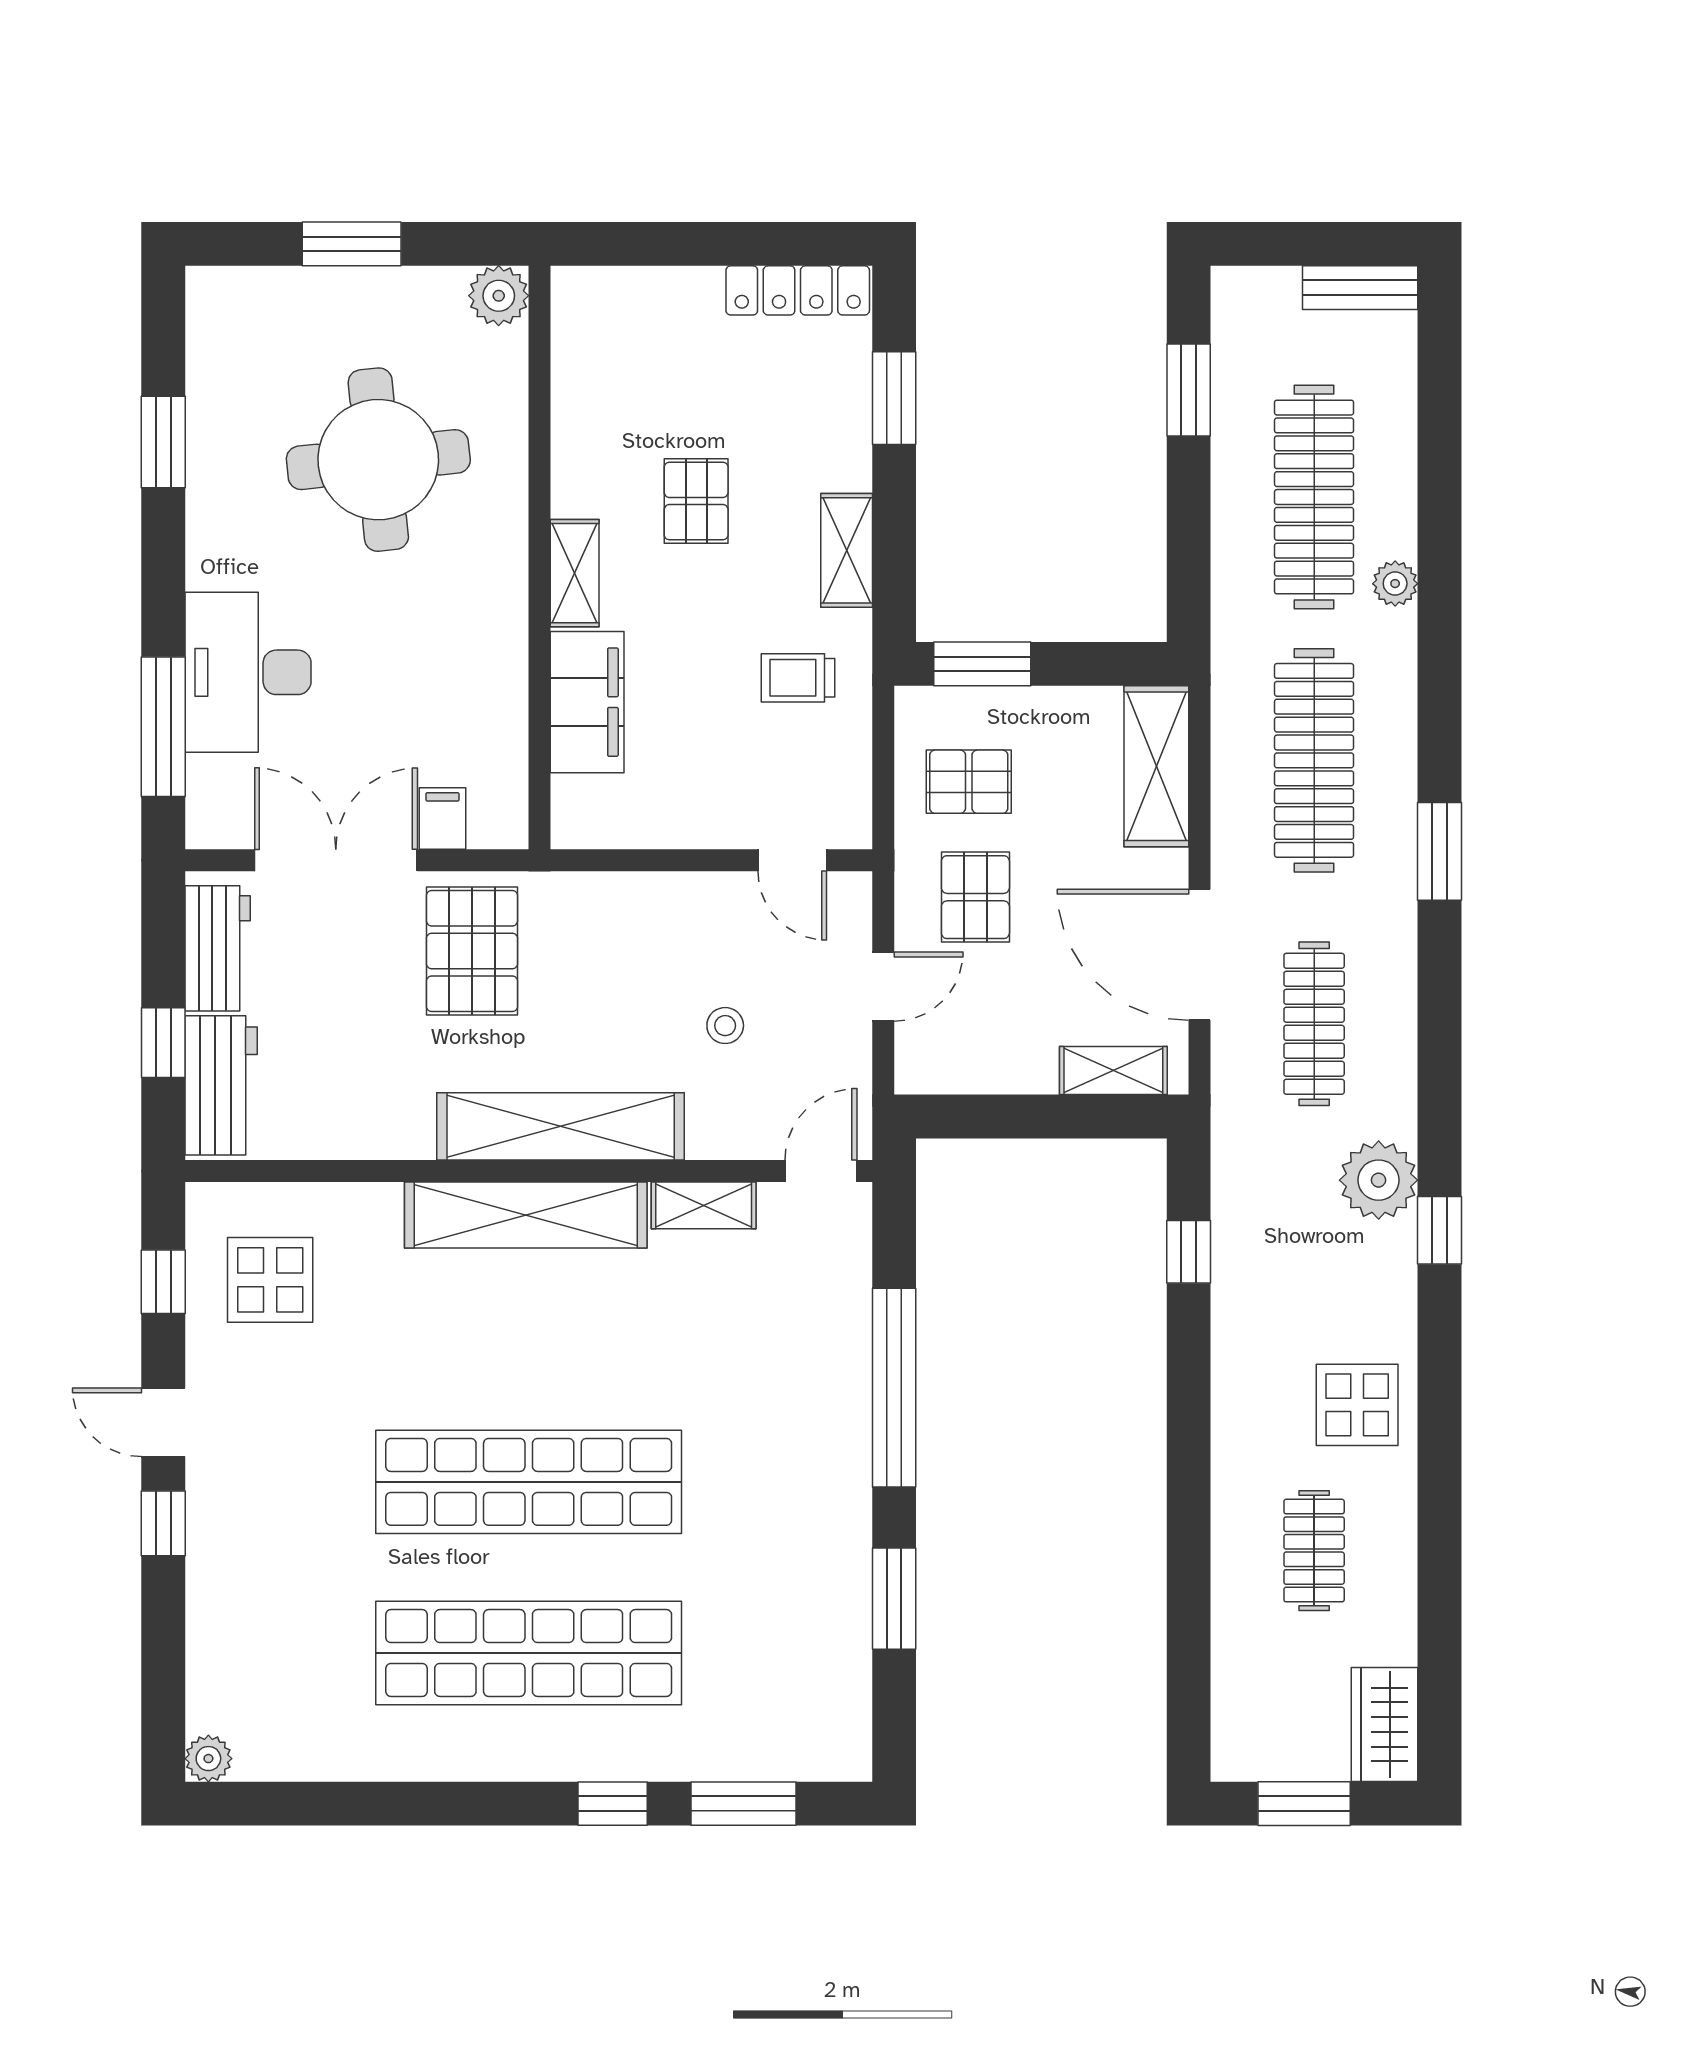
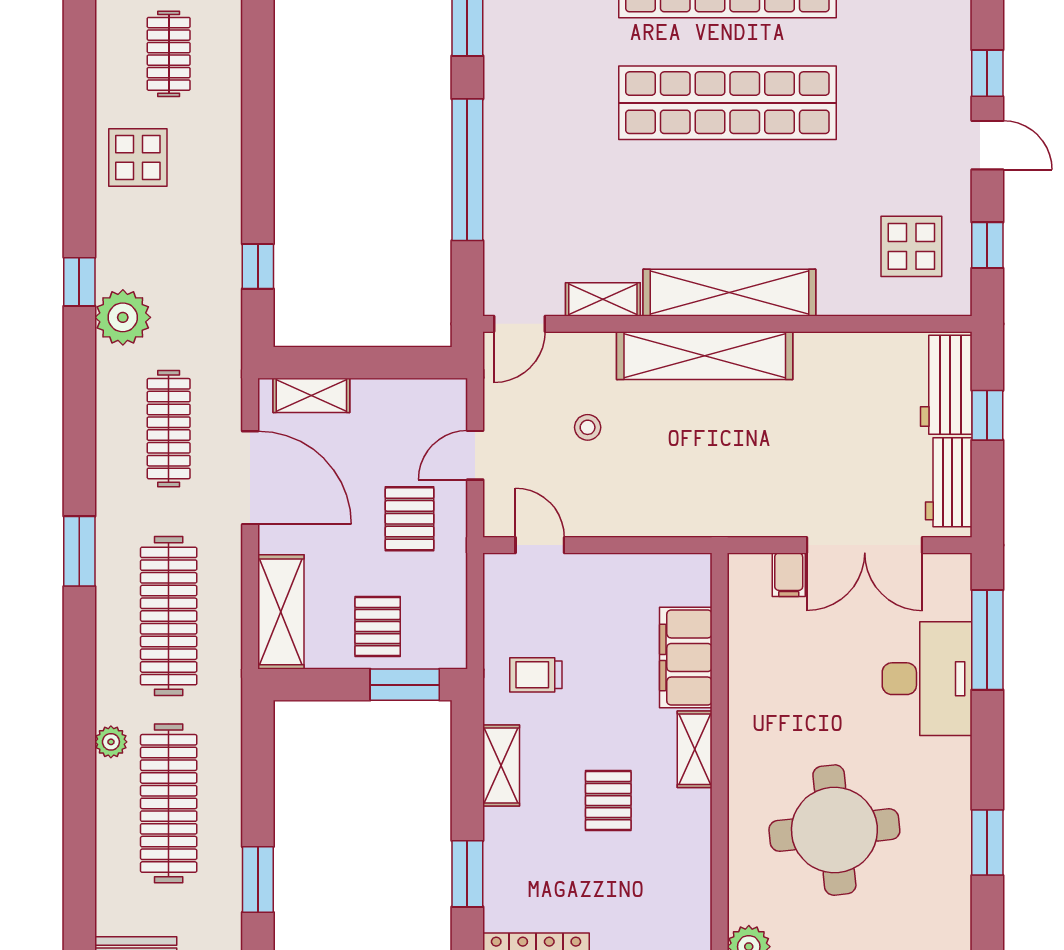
trolley: (798, 678) -> (536, 675), turned 180
pallet: (969, 782) -> (378, 627), moved, turned 90
pallet: (472, 951) -> (768, 480), removed

